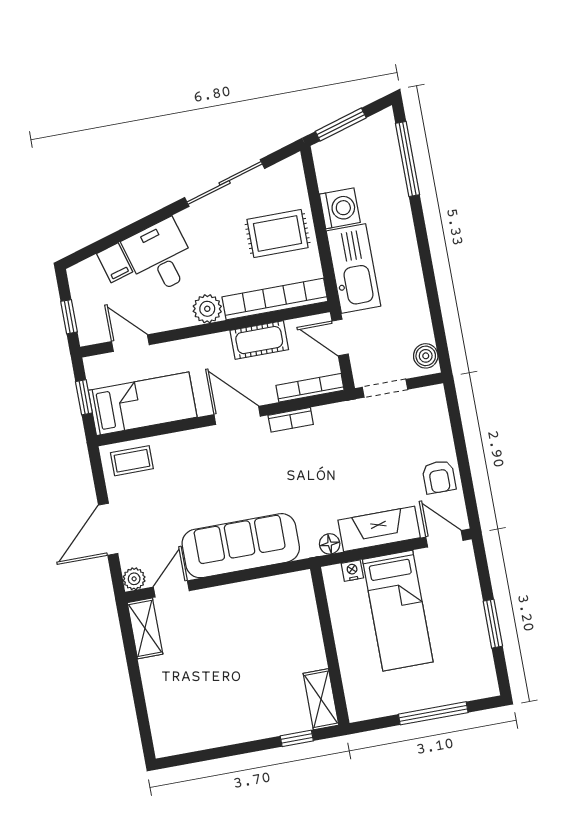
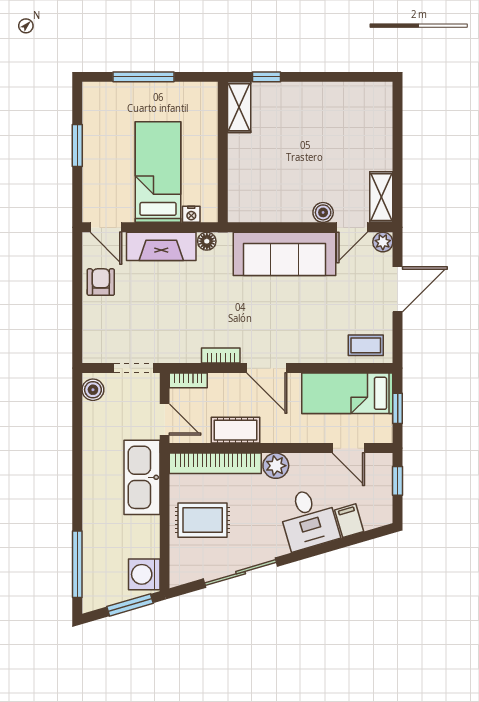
washing machine: (340, 208) -> (144, 574), moved
bookcase: (310, 388) -> (188, 380), width x0.64
boiler: (206, 599) -> (323, 212), added

